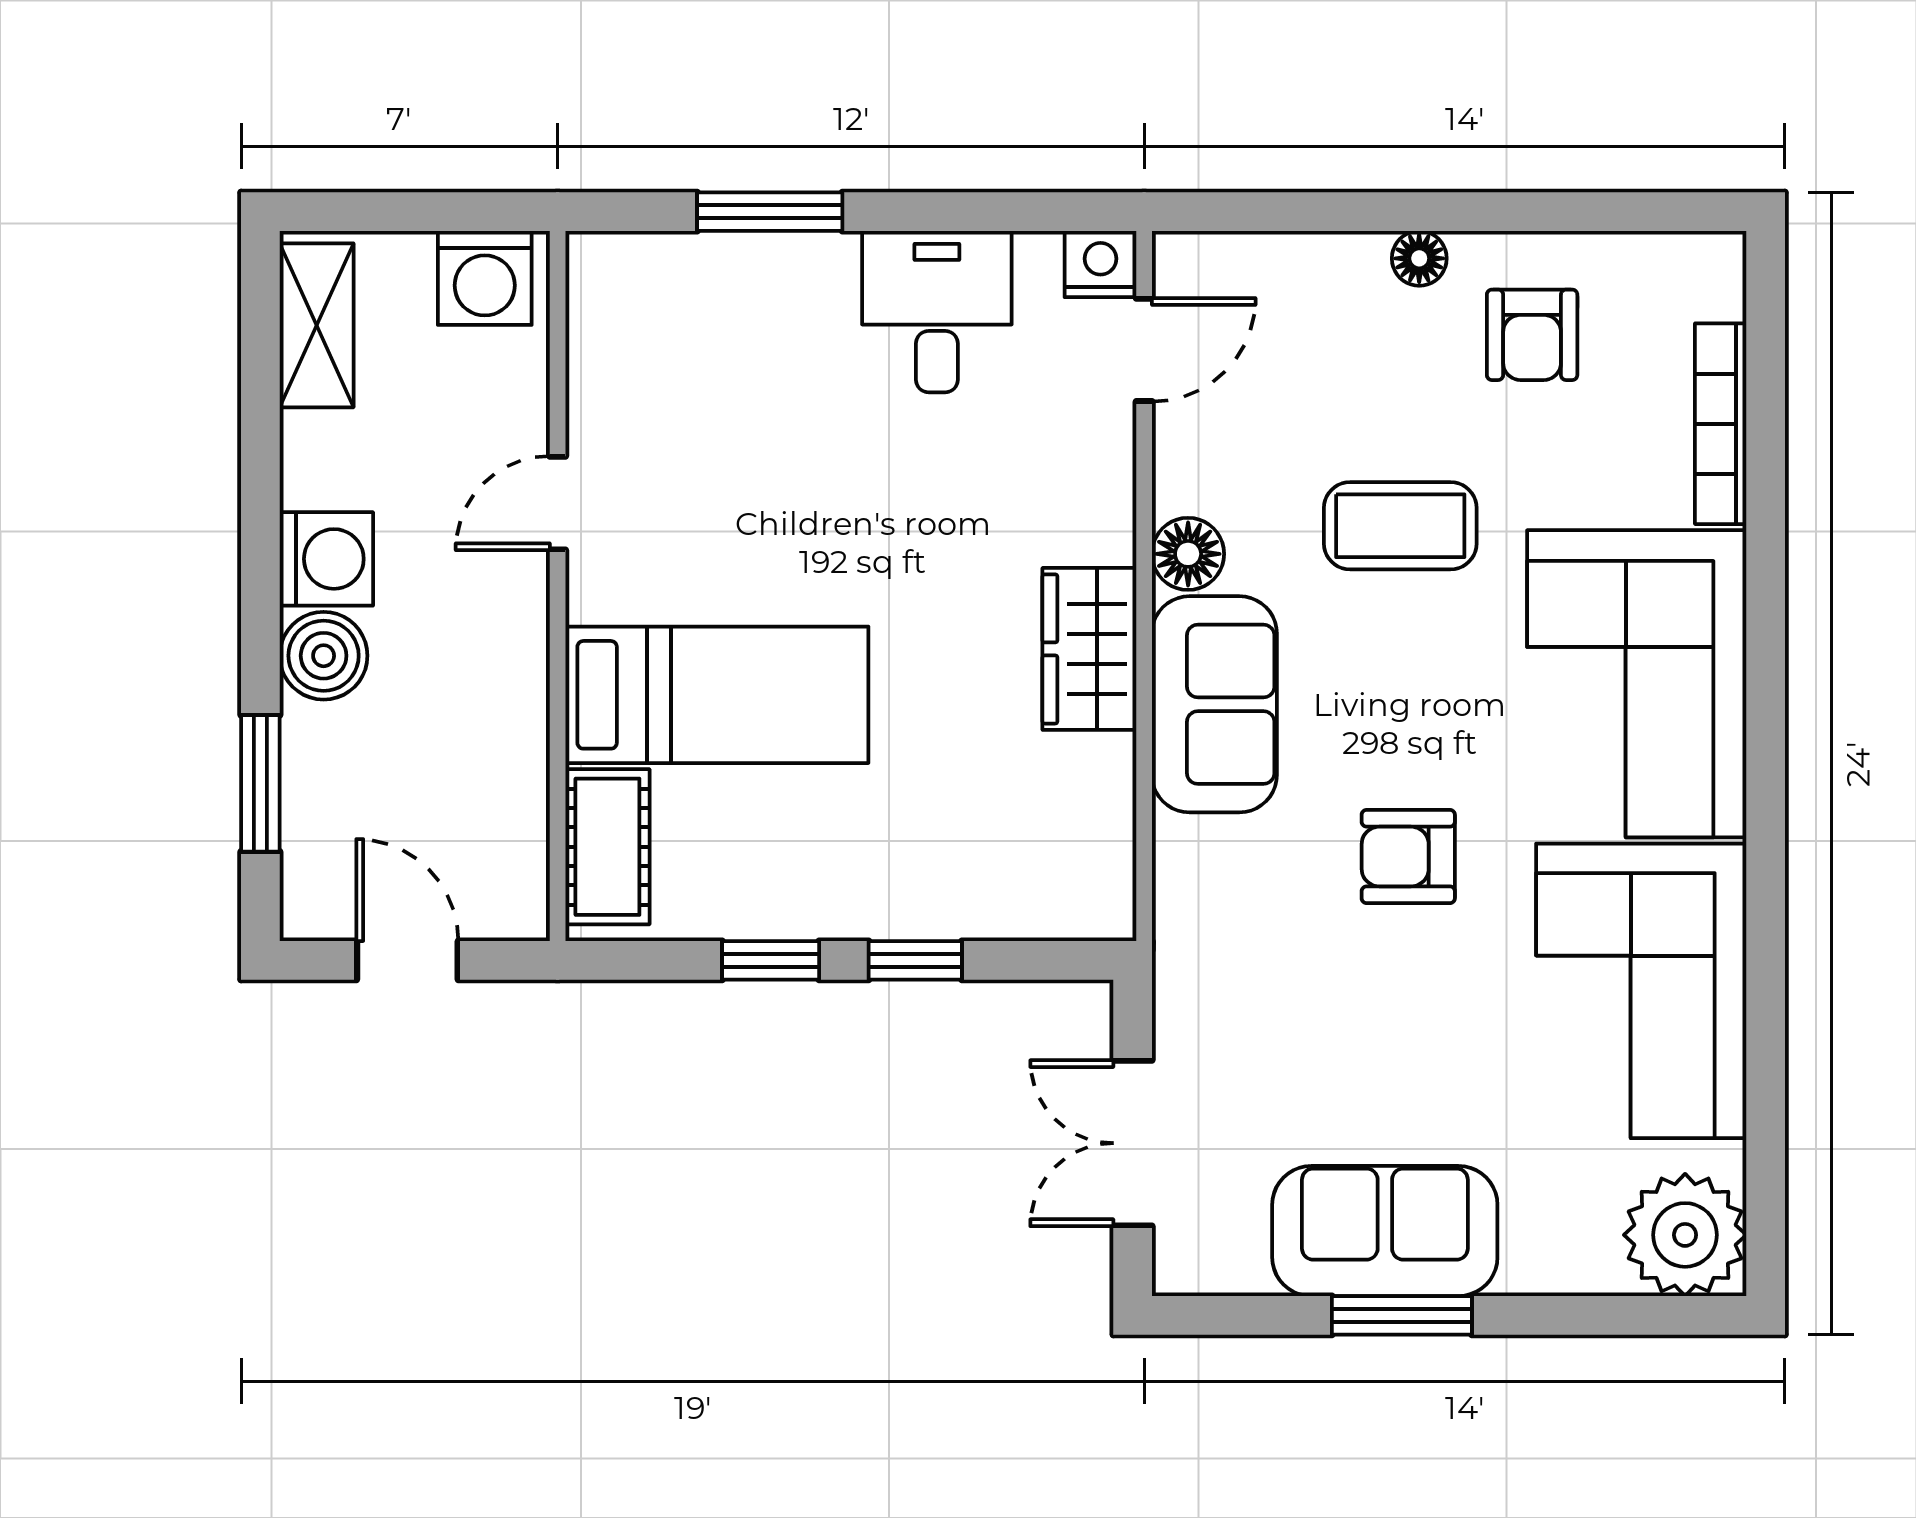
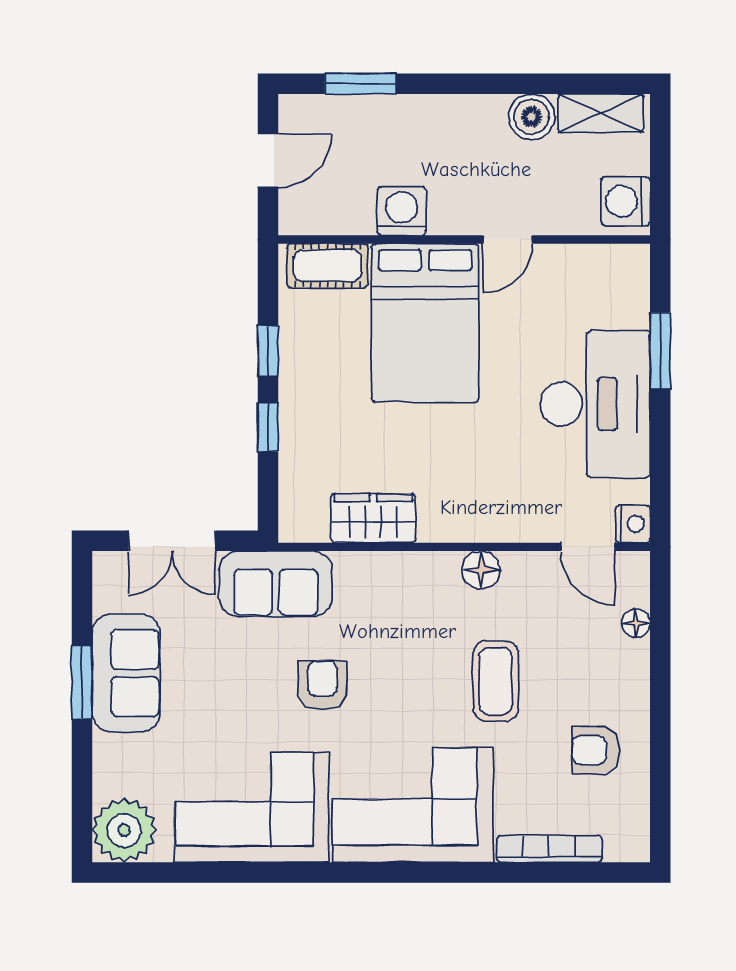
floor lamp: (1419, 258) -> (636, 623), moved
desk: (937, 312) -> (595, 404), width x1.87, depth x1.30
door: (558, 503) -> (508, 239), swing flipped
washing machine: (326, 559) -> (402, 211), moved, turned 180
wardrobe: (1089, 649) -> (373, 518), moved
boiler: (324, 656) -> (532, 117), moved
bed: (717, 695) -> (425, 323), width x1.50
sofa: (1214, 704) -> (276, 584), moved
double door: (1133, 1143) -> (172, 541), swing flipped

